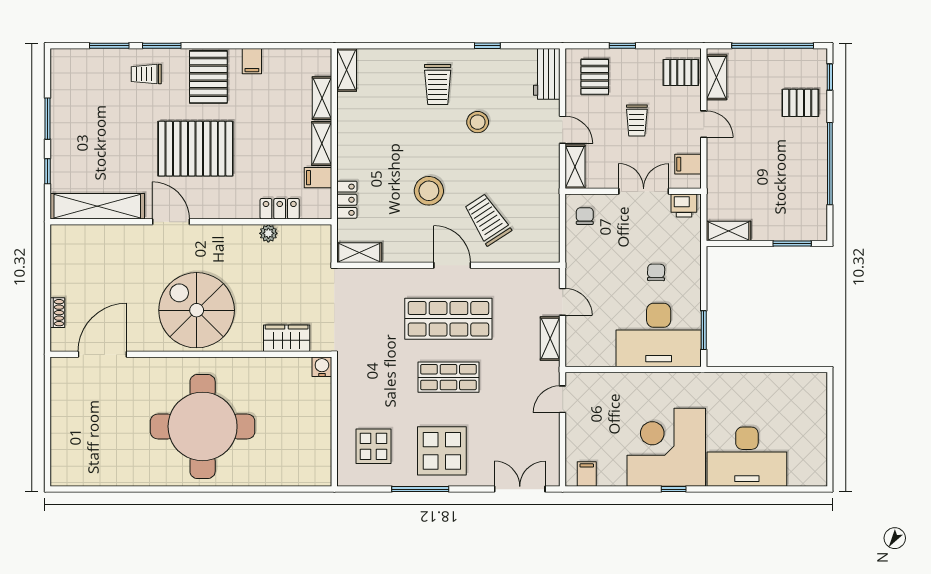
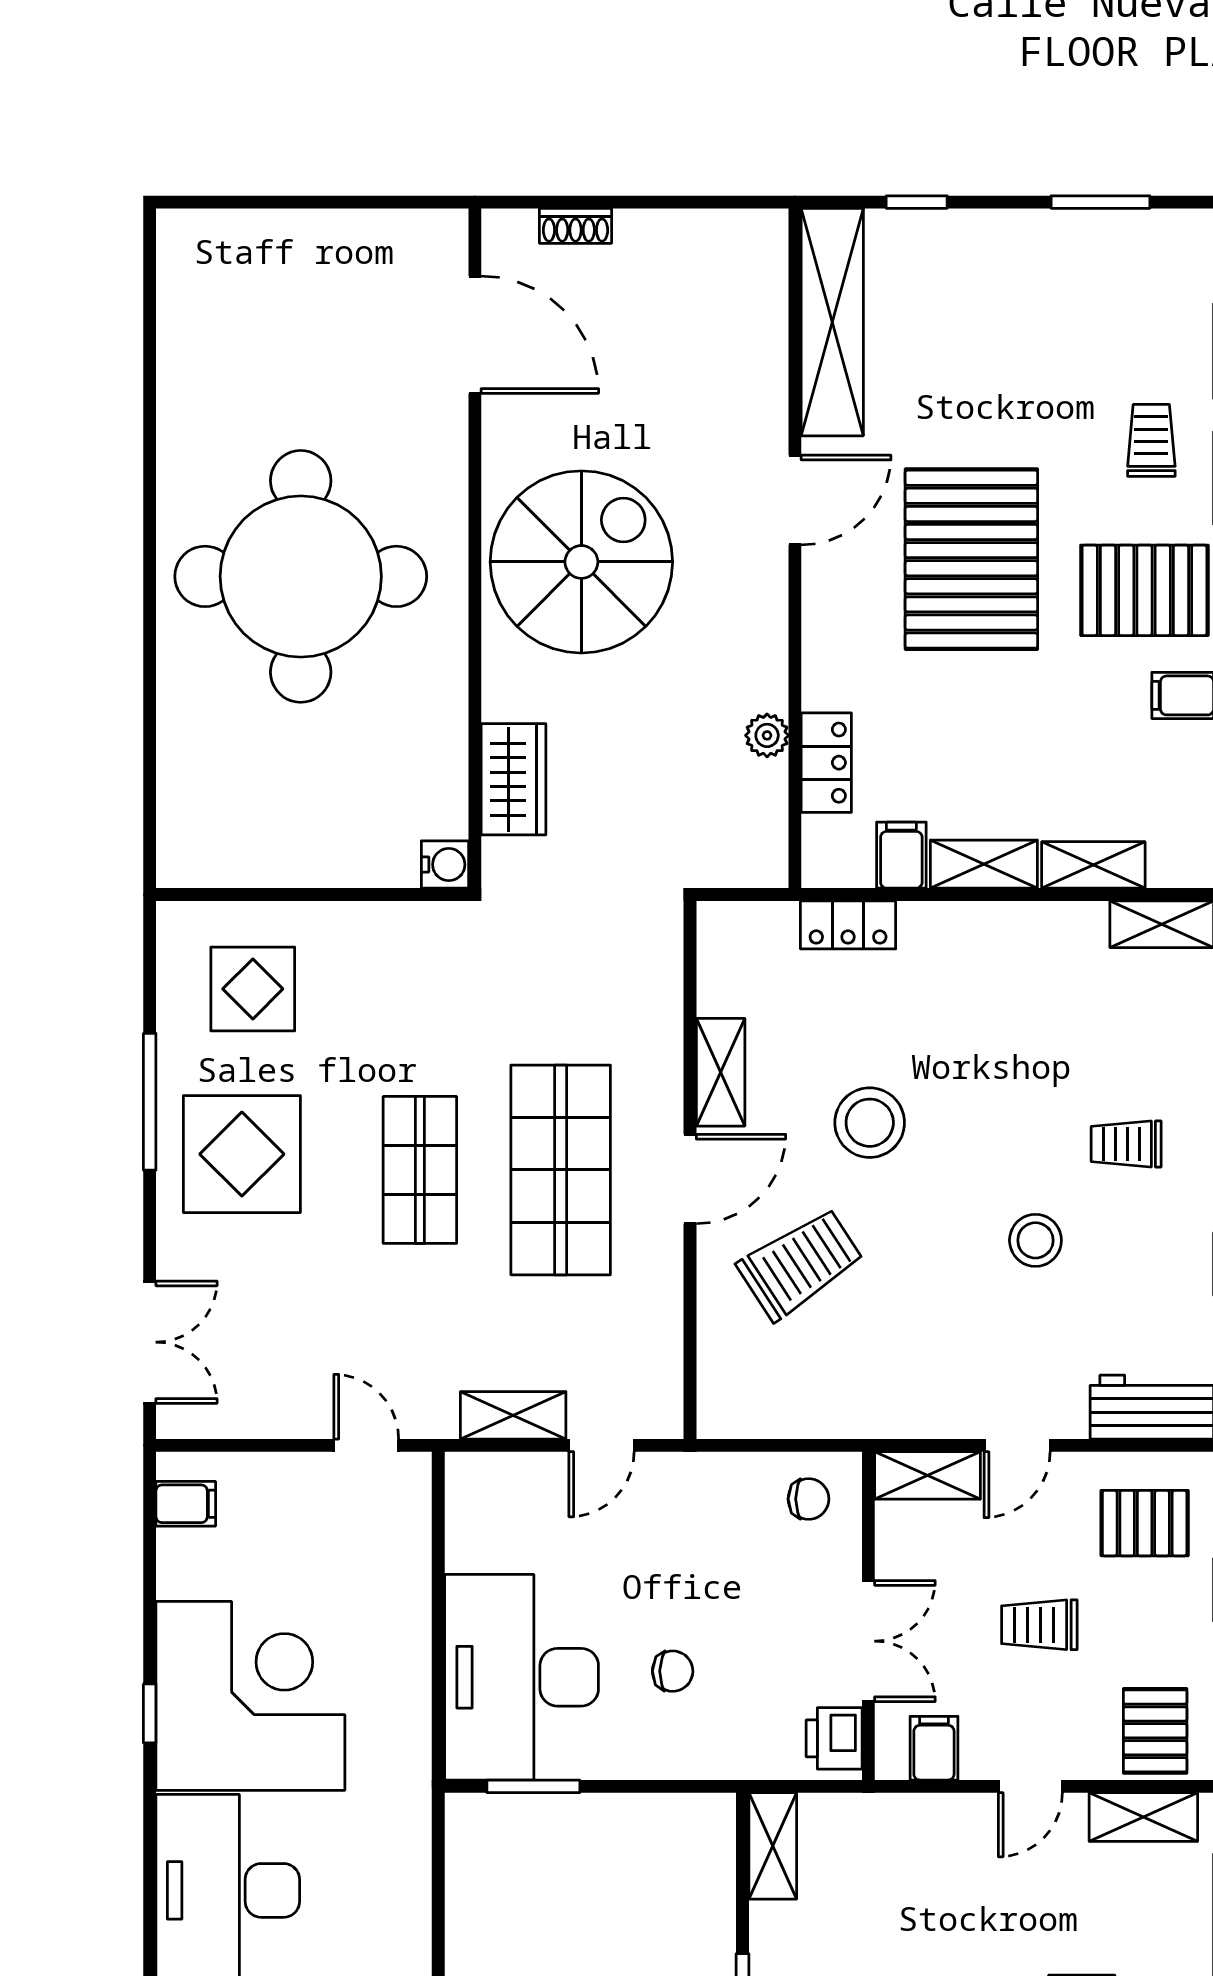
trolley: (438, 85) -> (1126, 1144), width x0.73, depth x0.72
window: (47, 119) -> (1101, 202), moved
shelving: (359, 253) -> (721, 1072), moved

